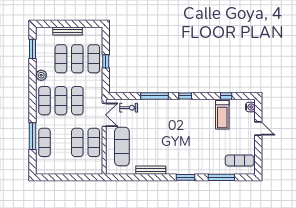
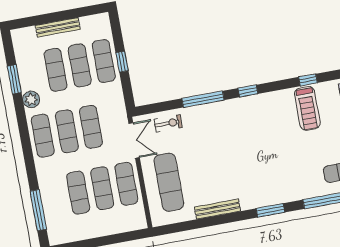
window: (33, 49) -> (14, 79), moved
window: (33, 136) -> (38, 210), moved
exercise mat: (44, 142) -> (78, 193), moved

